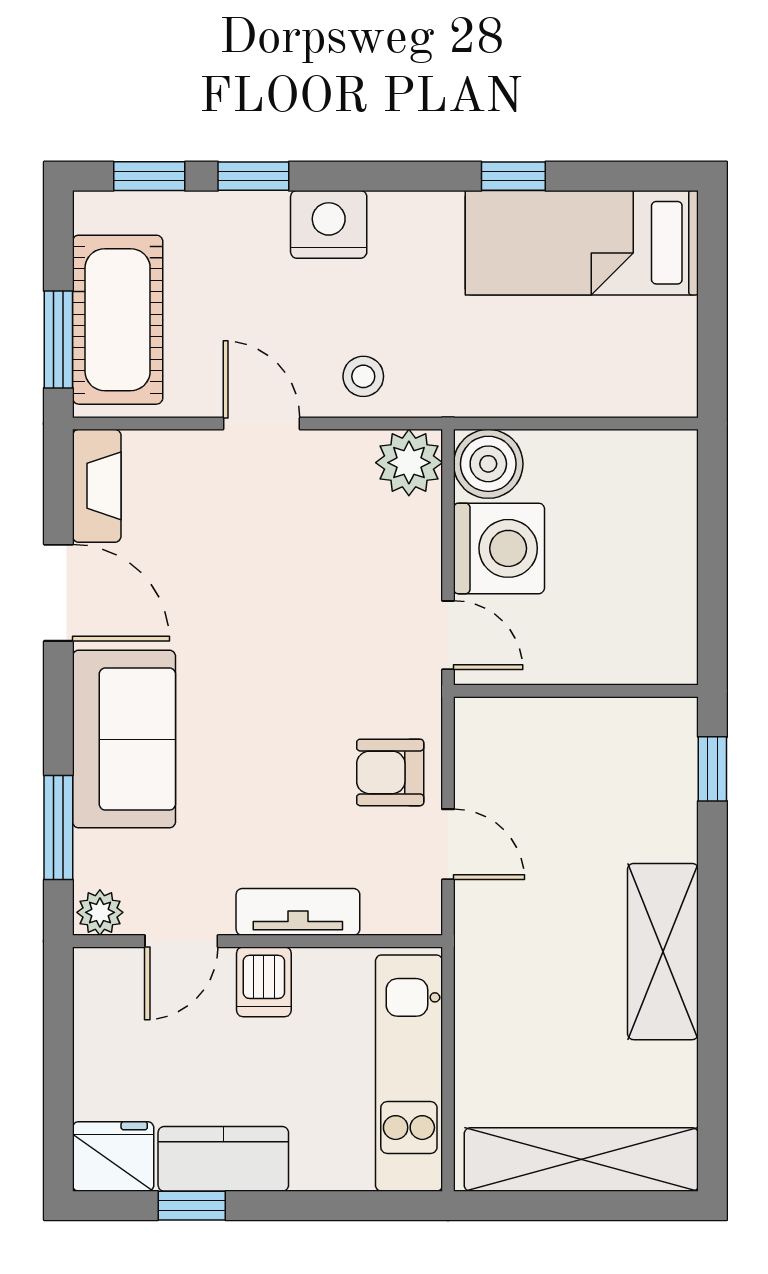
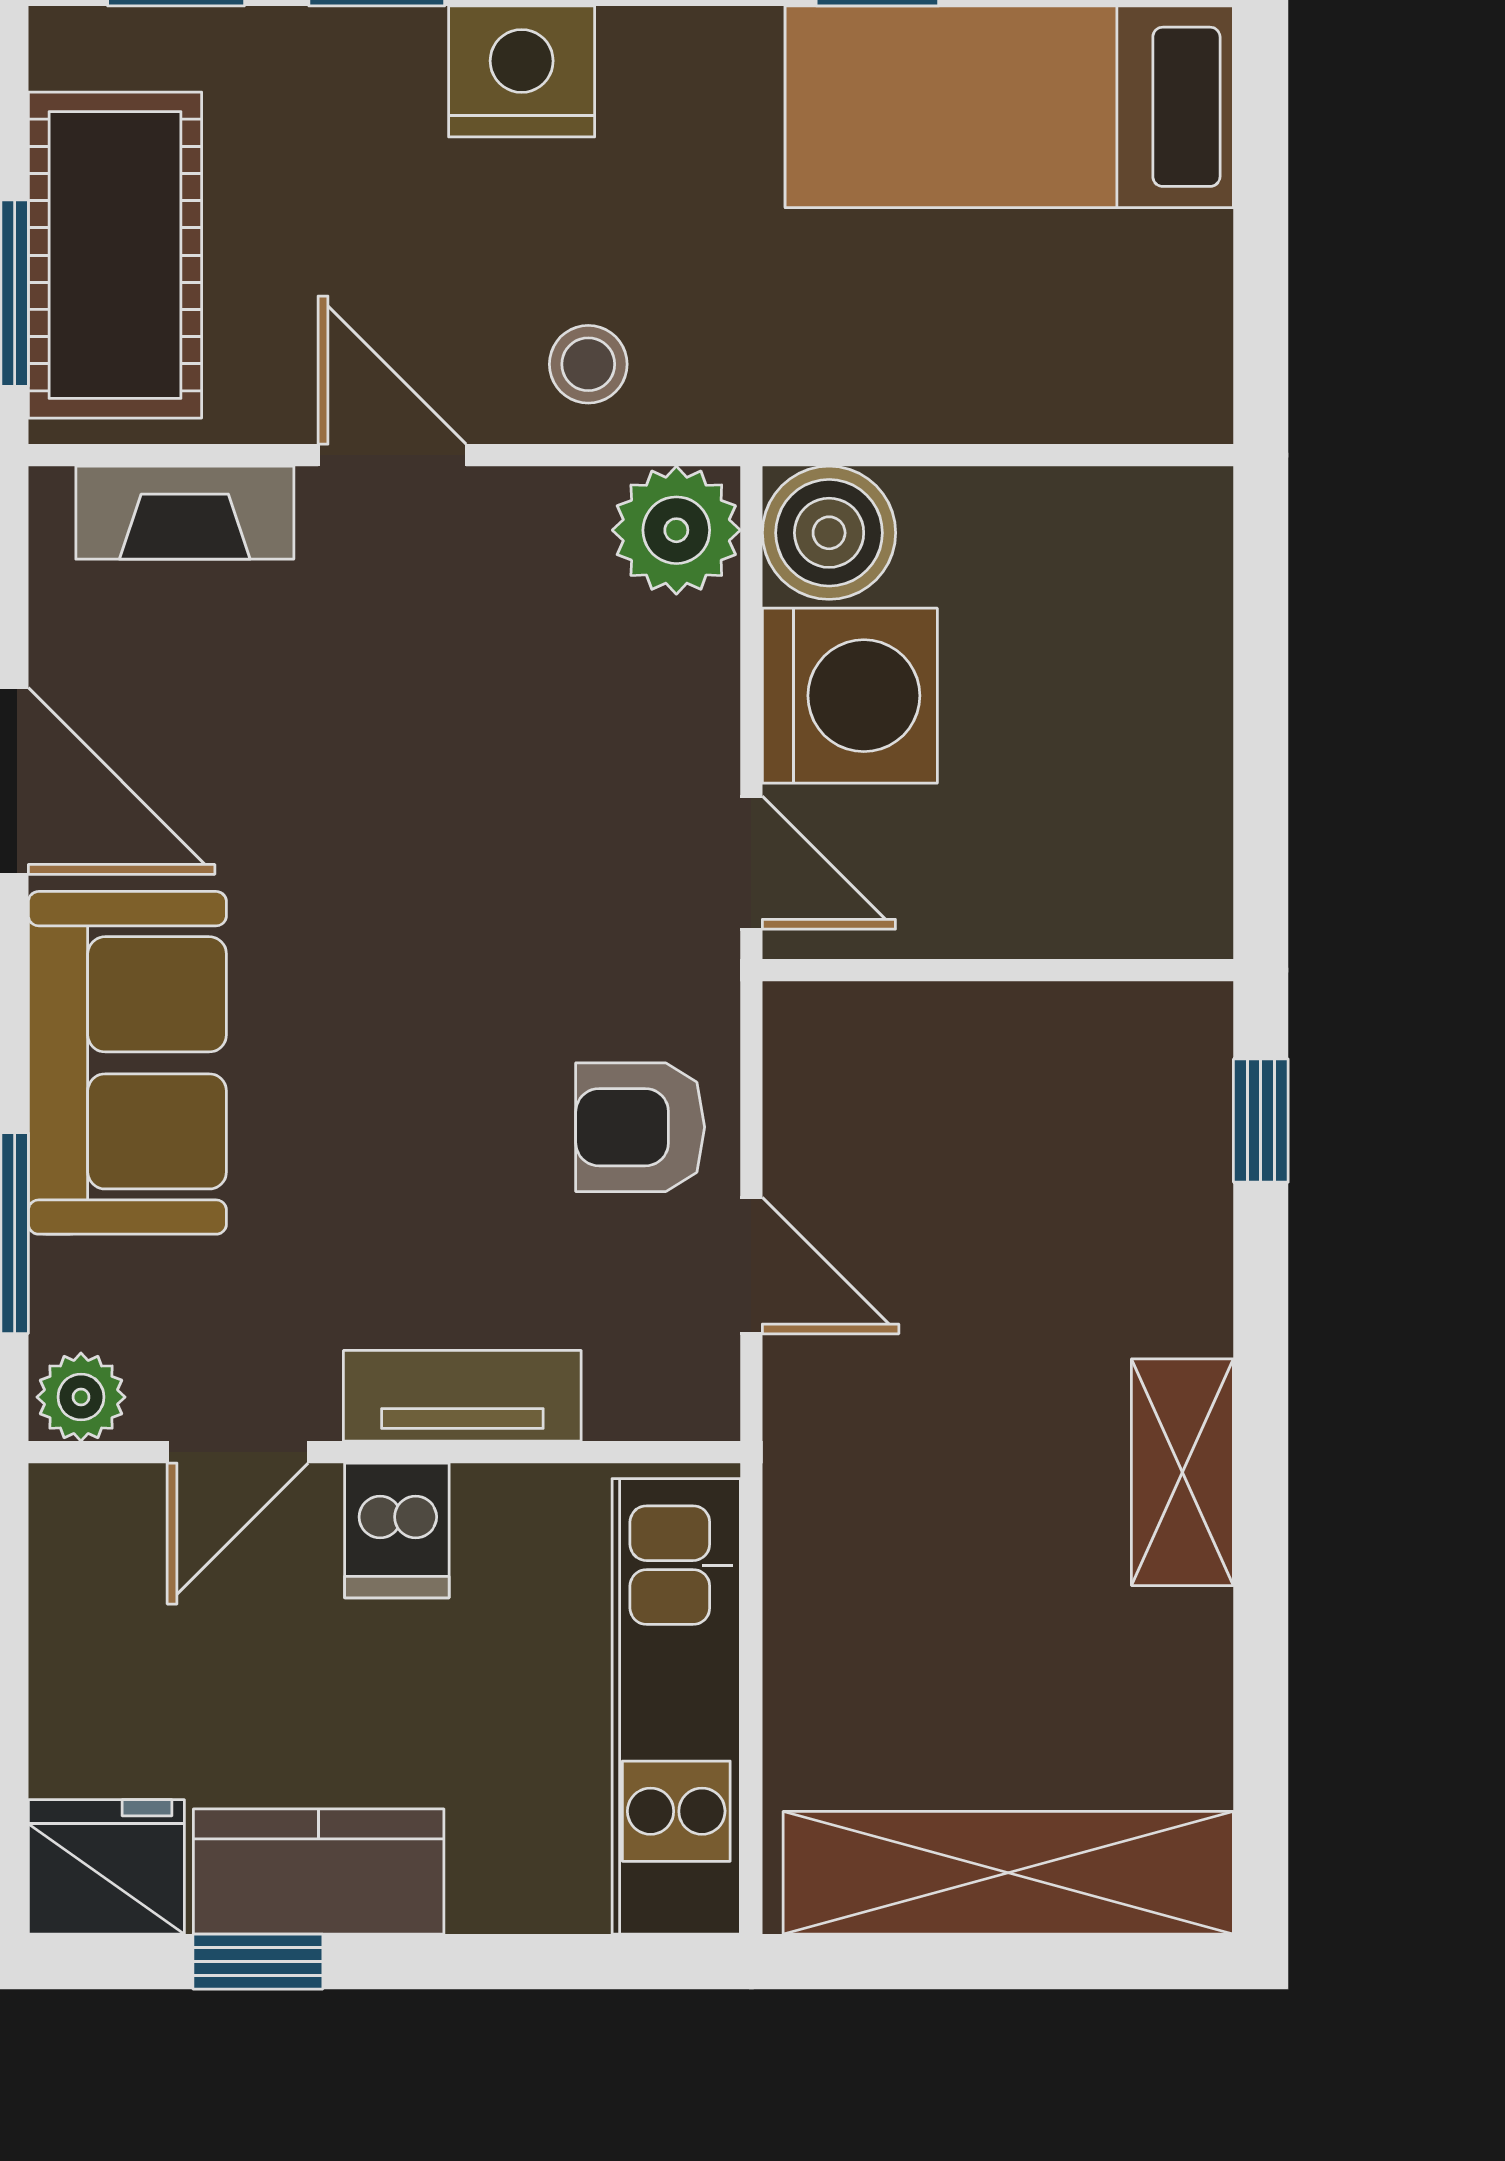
fireplace: (97, 486) -> (185, 513), moved, turned 90
shelving: (663, 952) -> (1182, 1472), width x0.67, depth x0.75

